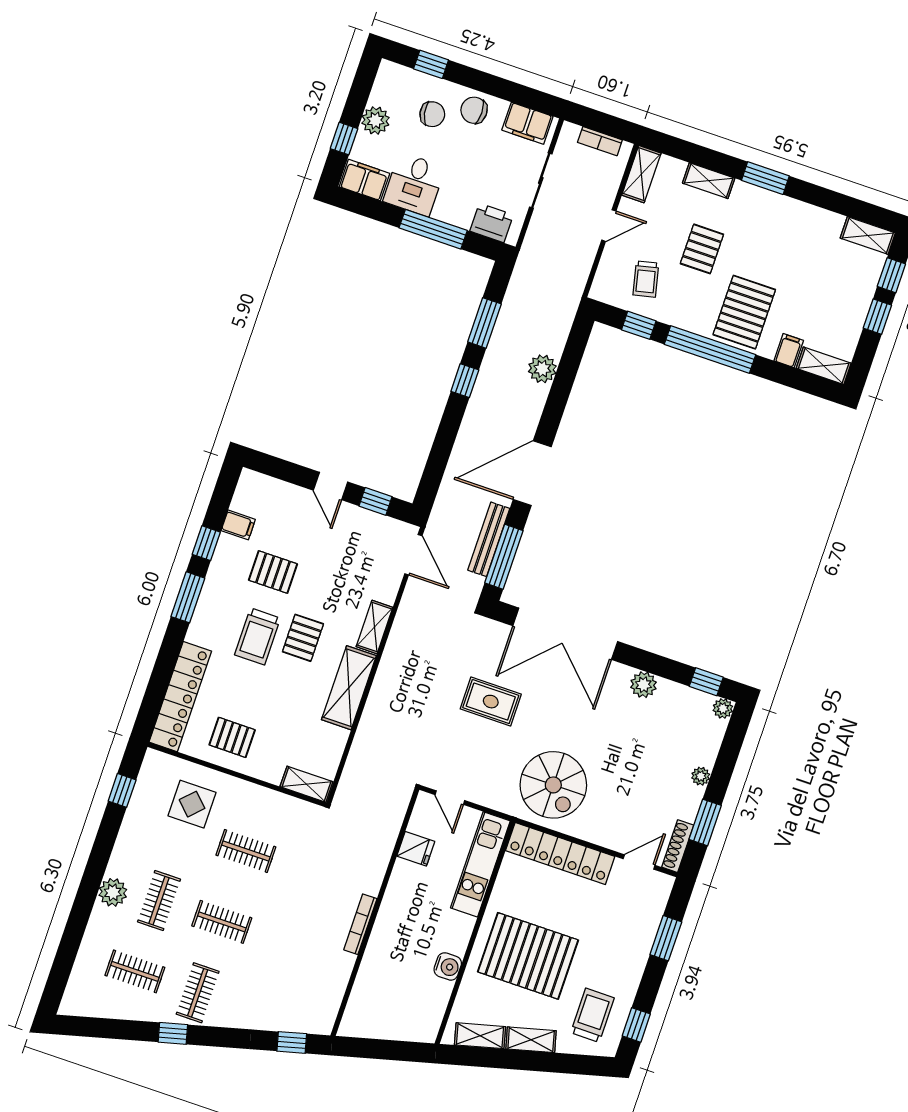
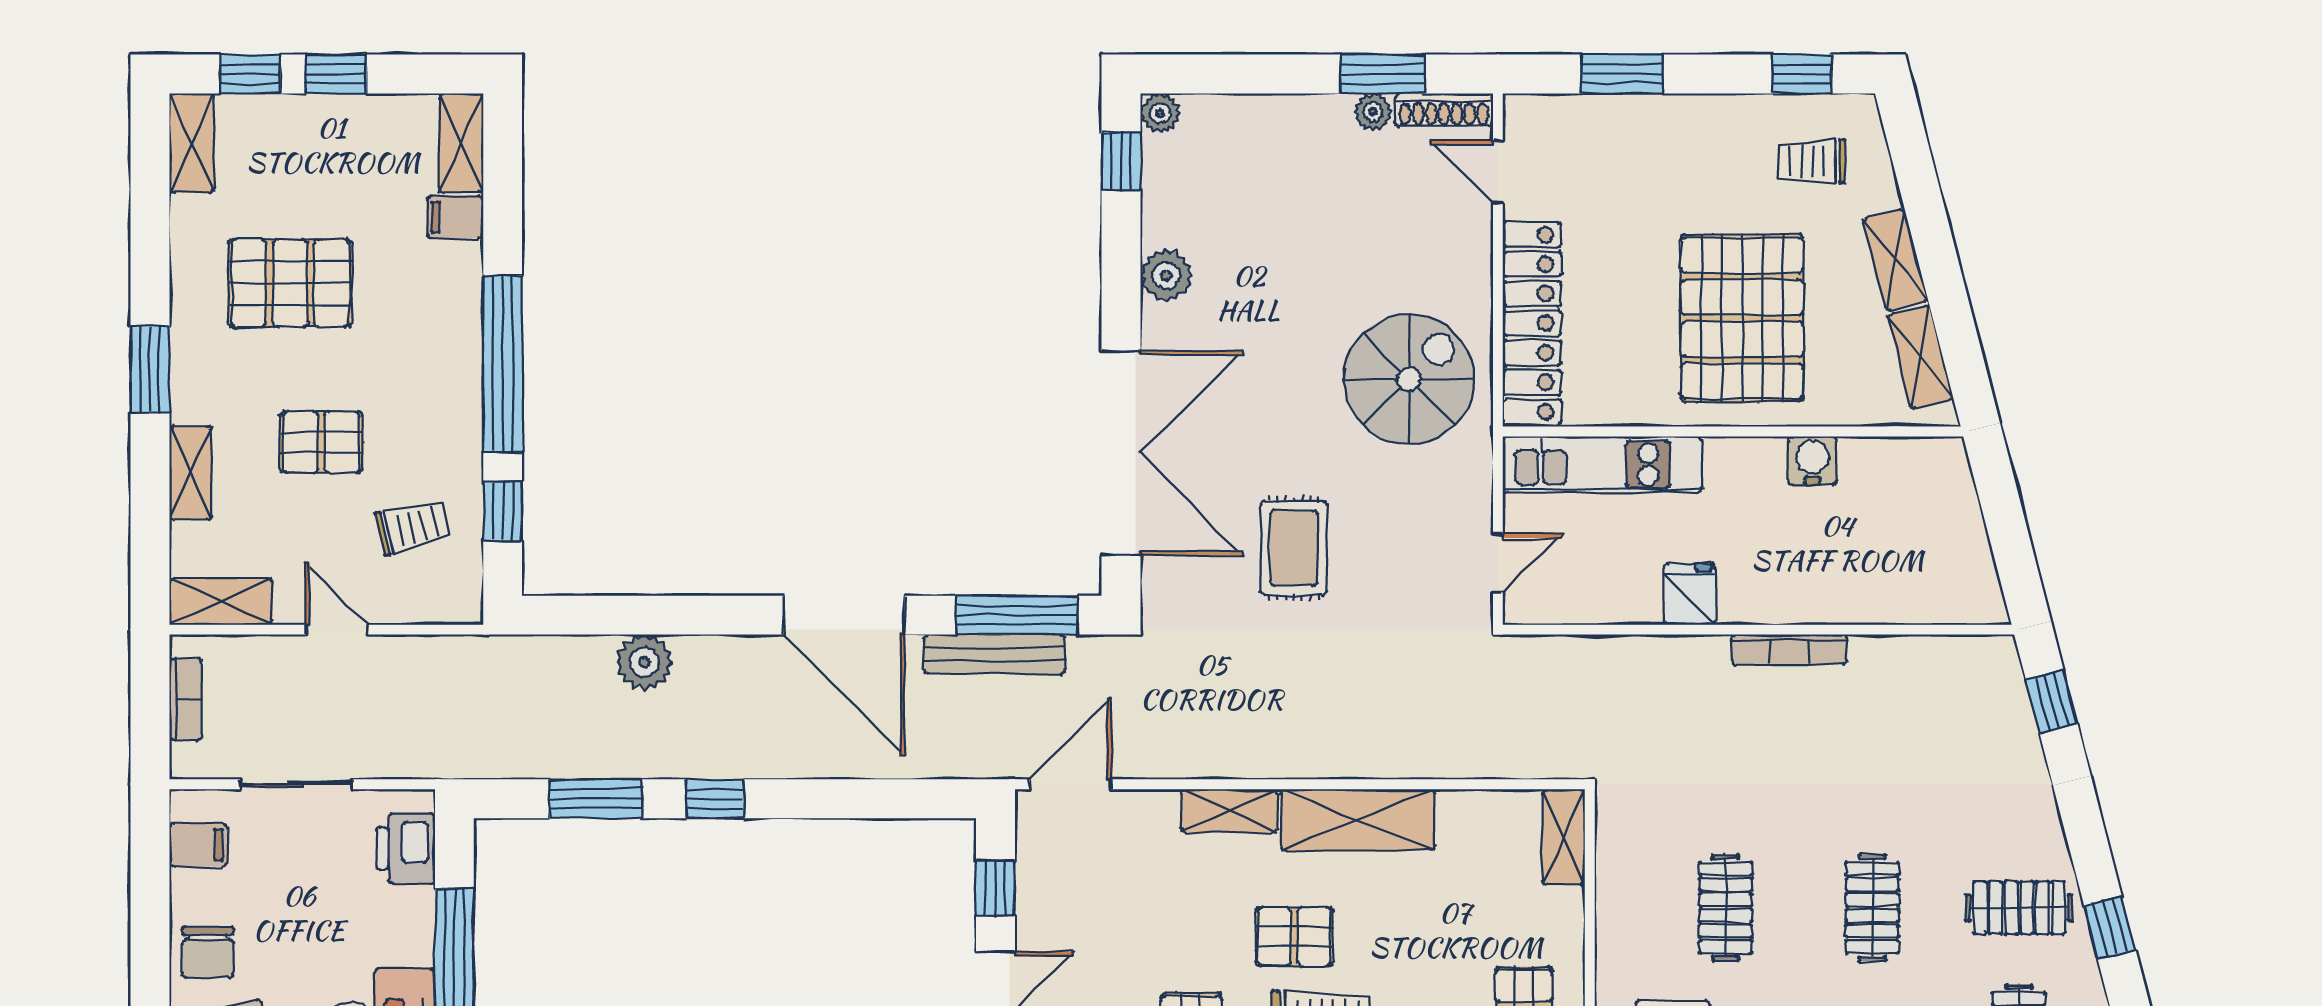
filing cabinet: (527, 123) -> (198, 845), width x0.50
pallet: (744, 312) -> (290, 283), moved
plant: (701, 776) -> (1373, 112), moved
fridge: (416, 849) -> (1690, 594), moved
trolley: (592, 1015) -> (1811, 161), width x0.73, depth x0.72

